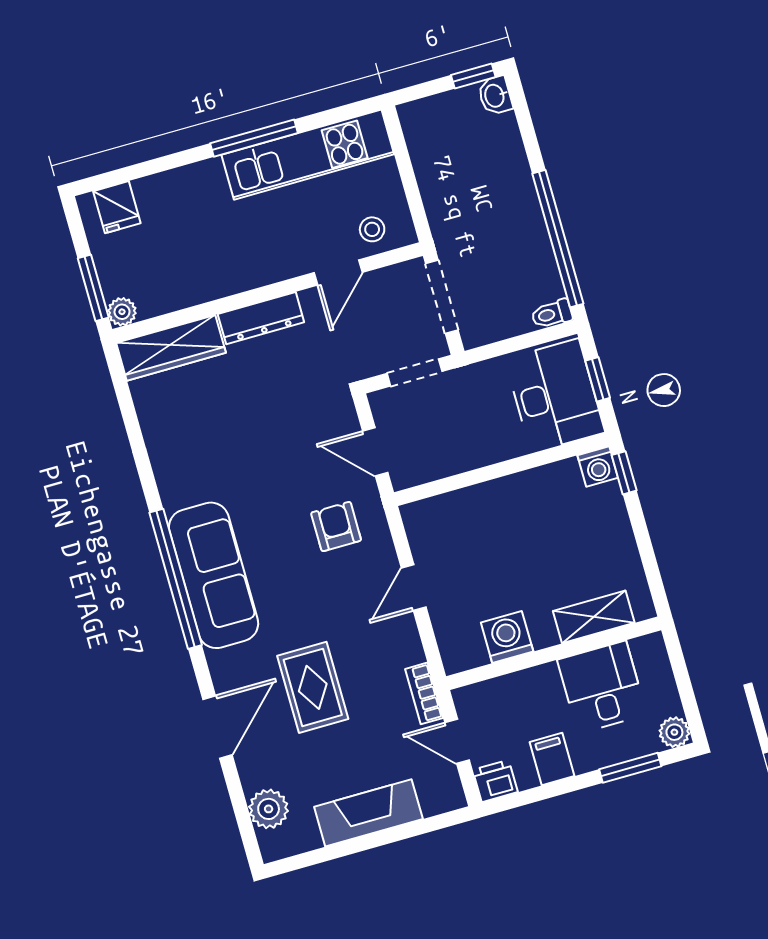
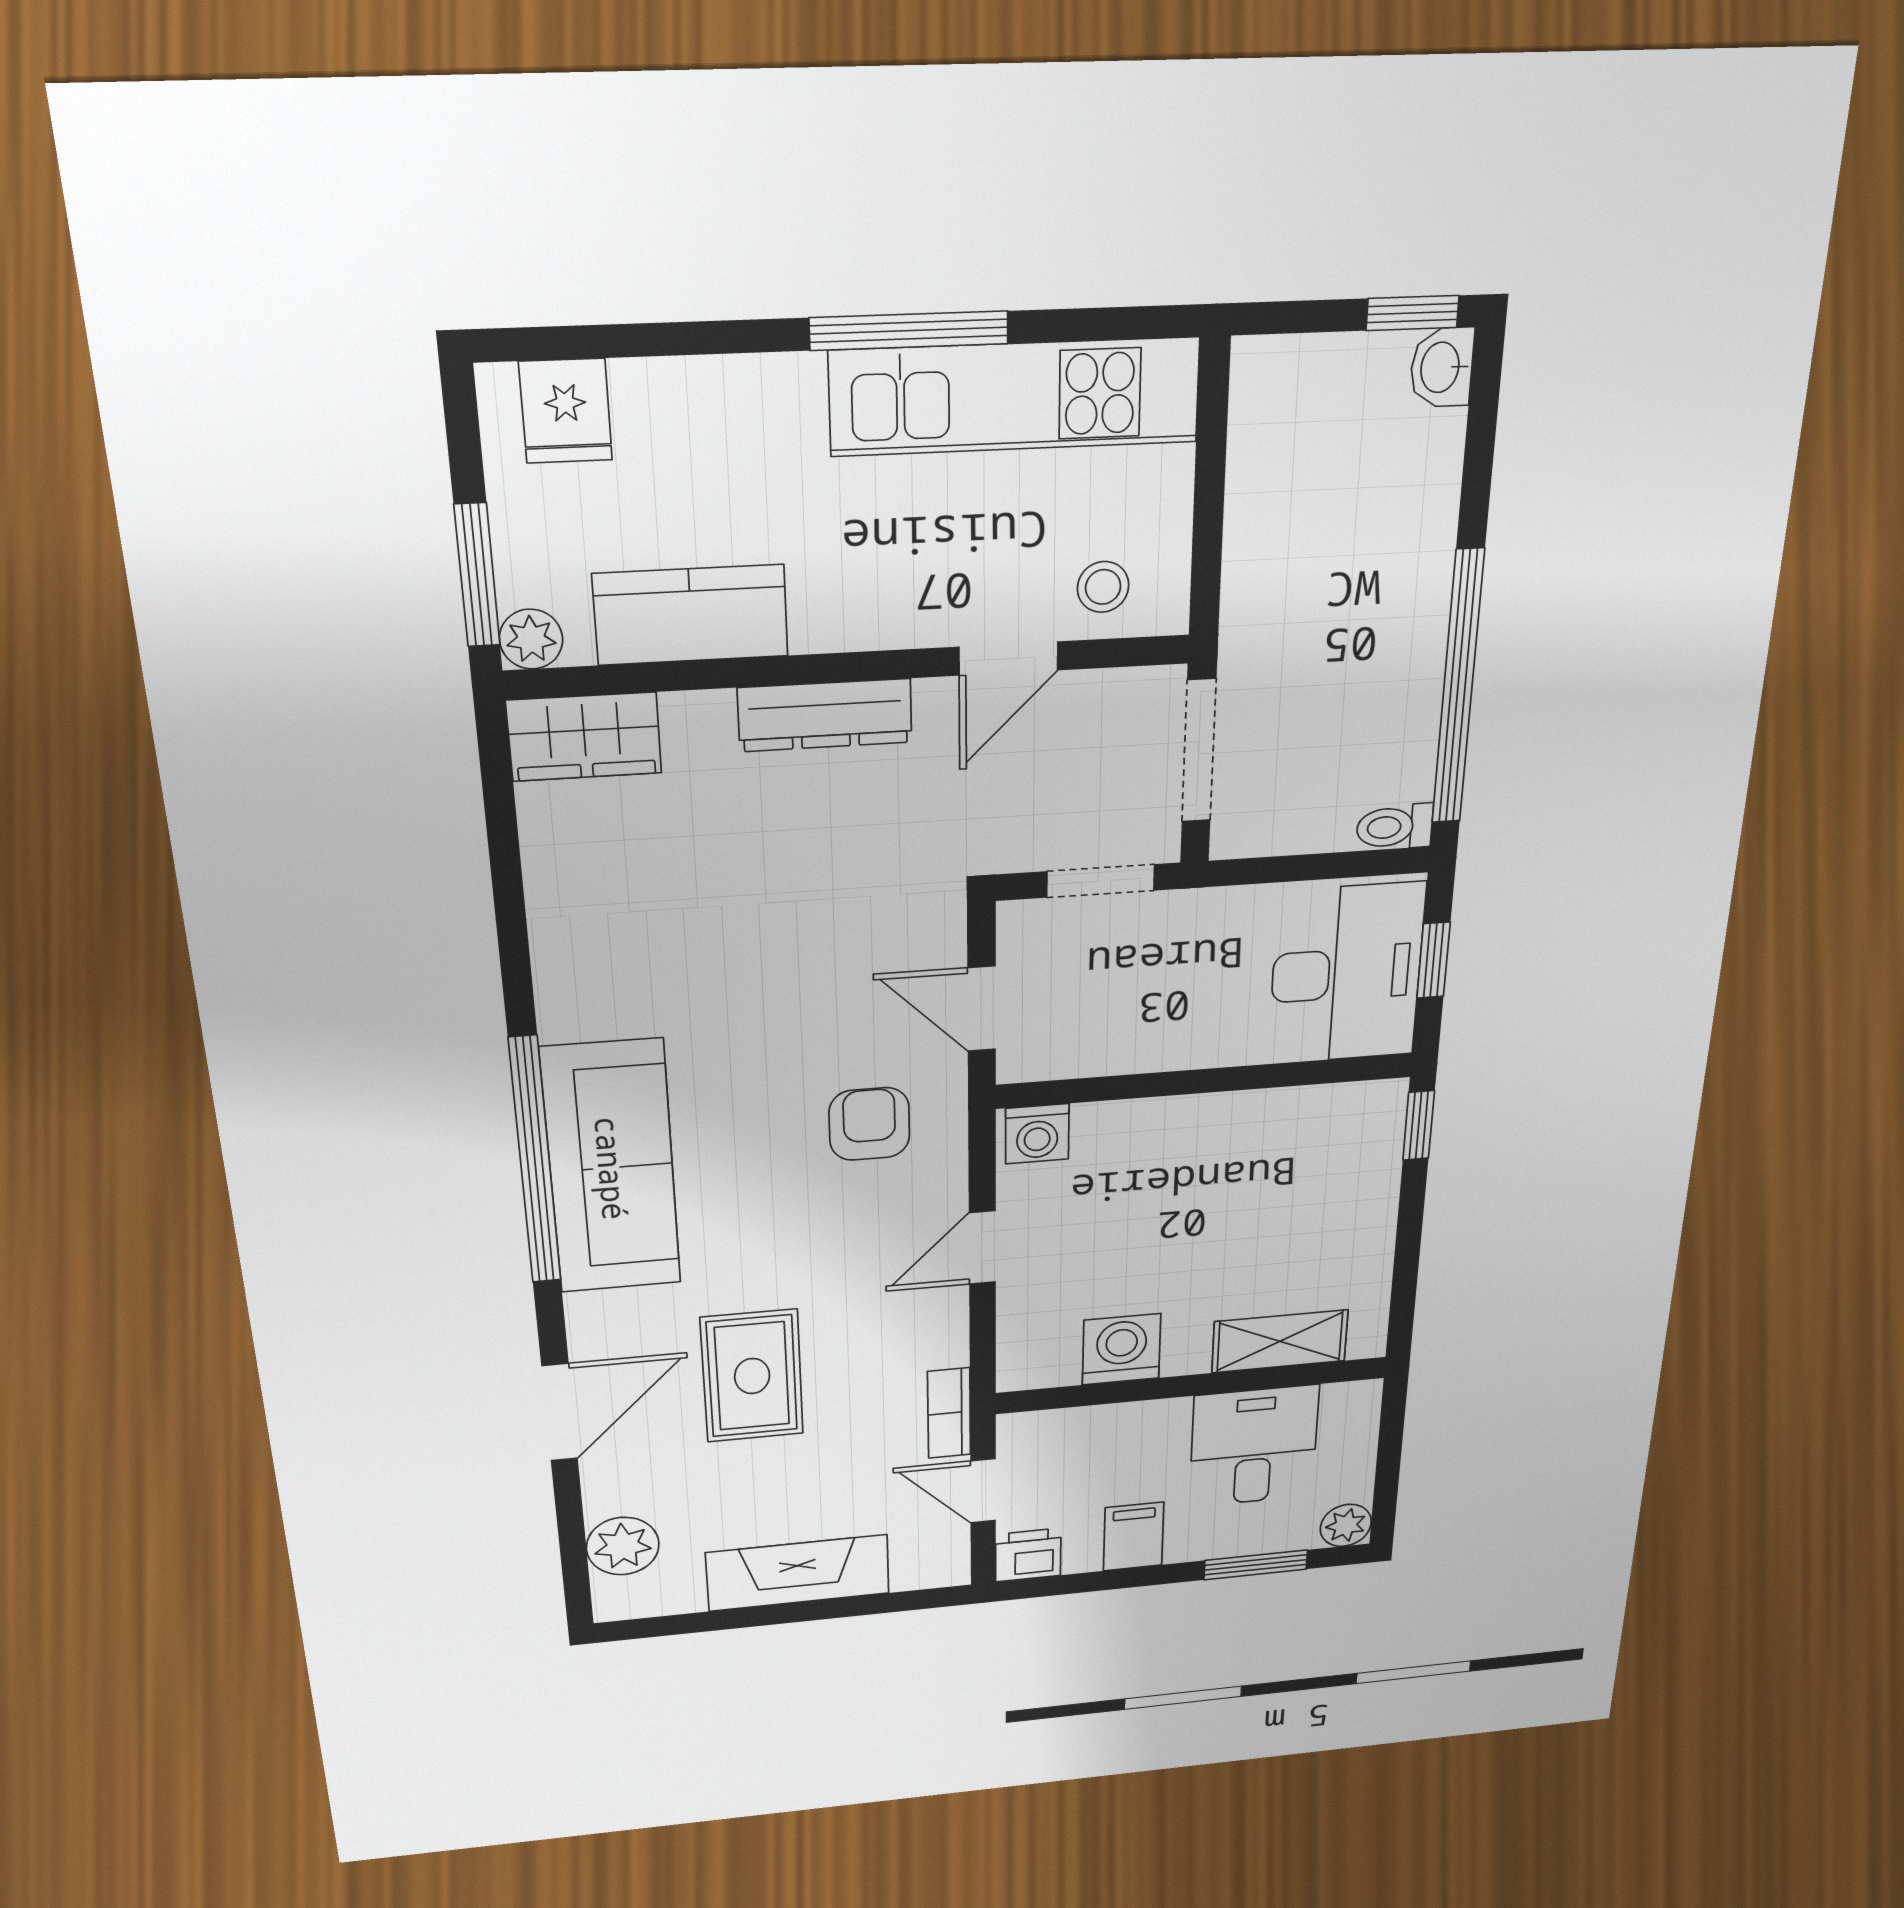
kitchen counter: (190, 285) -> (691, 615), added
wardrobe: (171, 348) -> (584, 737), width x0.67
washing machine: (598, 467) -> (1037, 1134), moved

